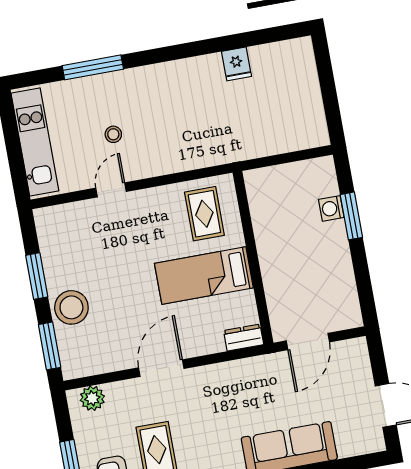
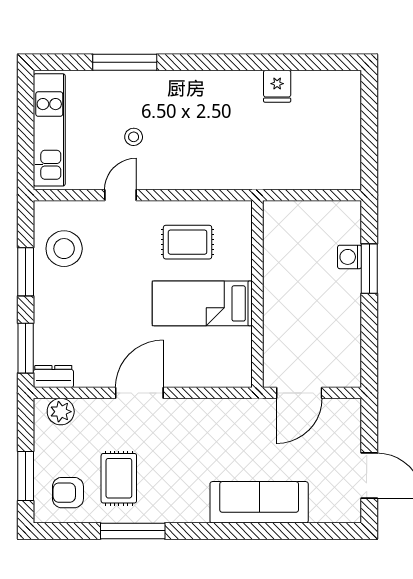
rug: (204, 214) -> (188, 242), moved, turned 90
stool: (71, 307) -> (64, 249), moved
dresser: (244, 338) -> (53, 377), moved

